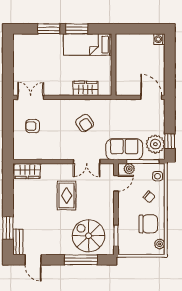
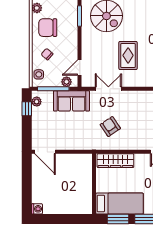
bed: (88, 45) -> (120, 204), moved
wall: (114, 65) -> (94, 184), moved
wardrobe: (86, 88) -> (115, 161), width x1.50
plant: (155, 144) -> (37, 102), width x0.53, depth x0.53

